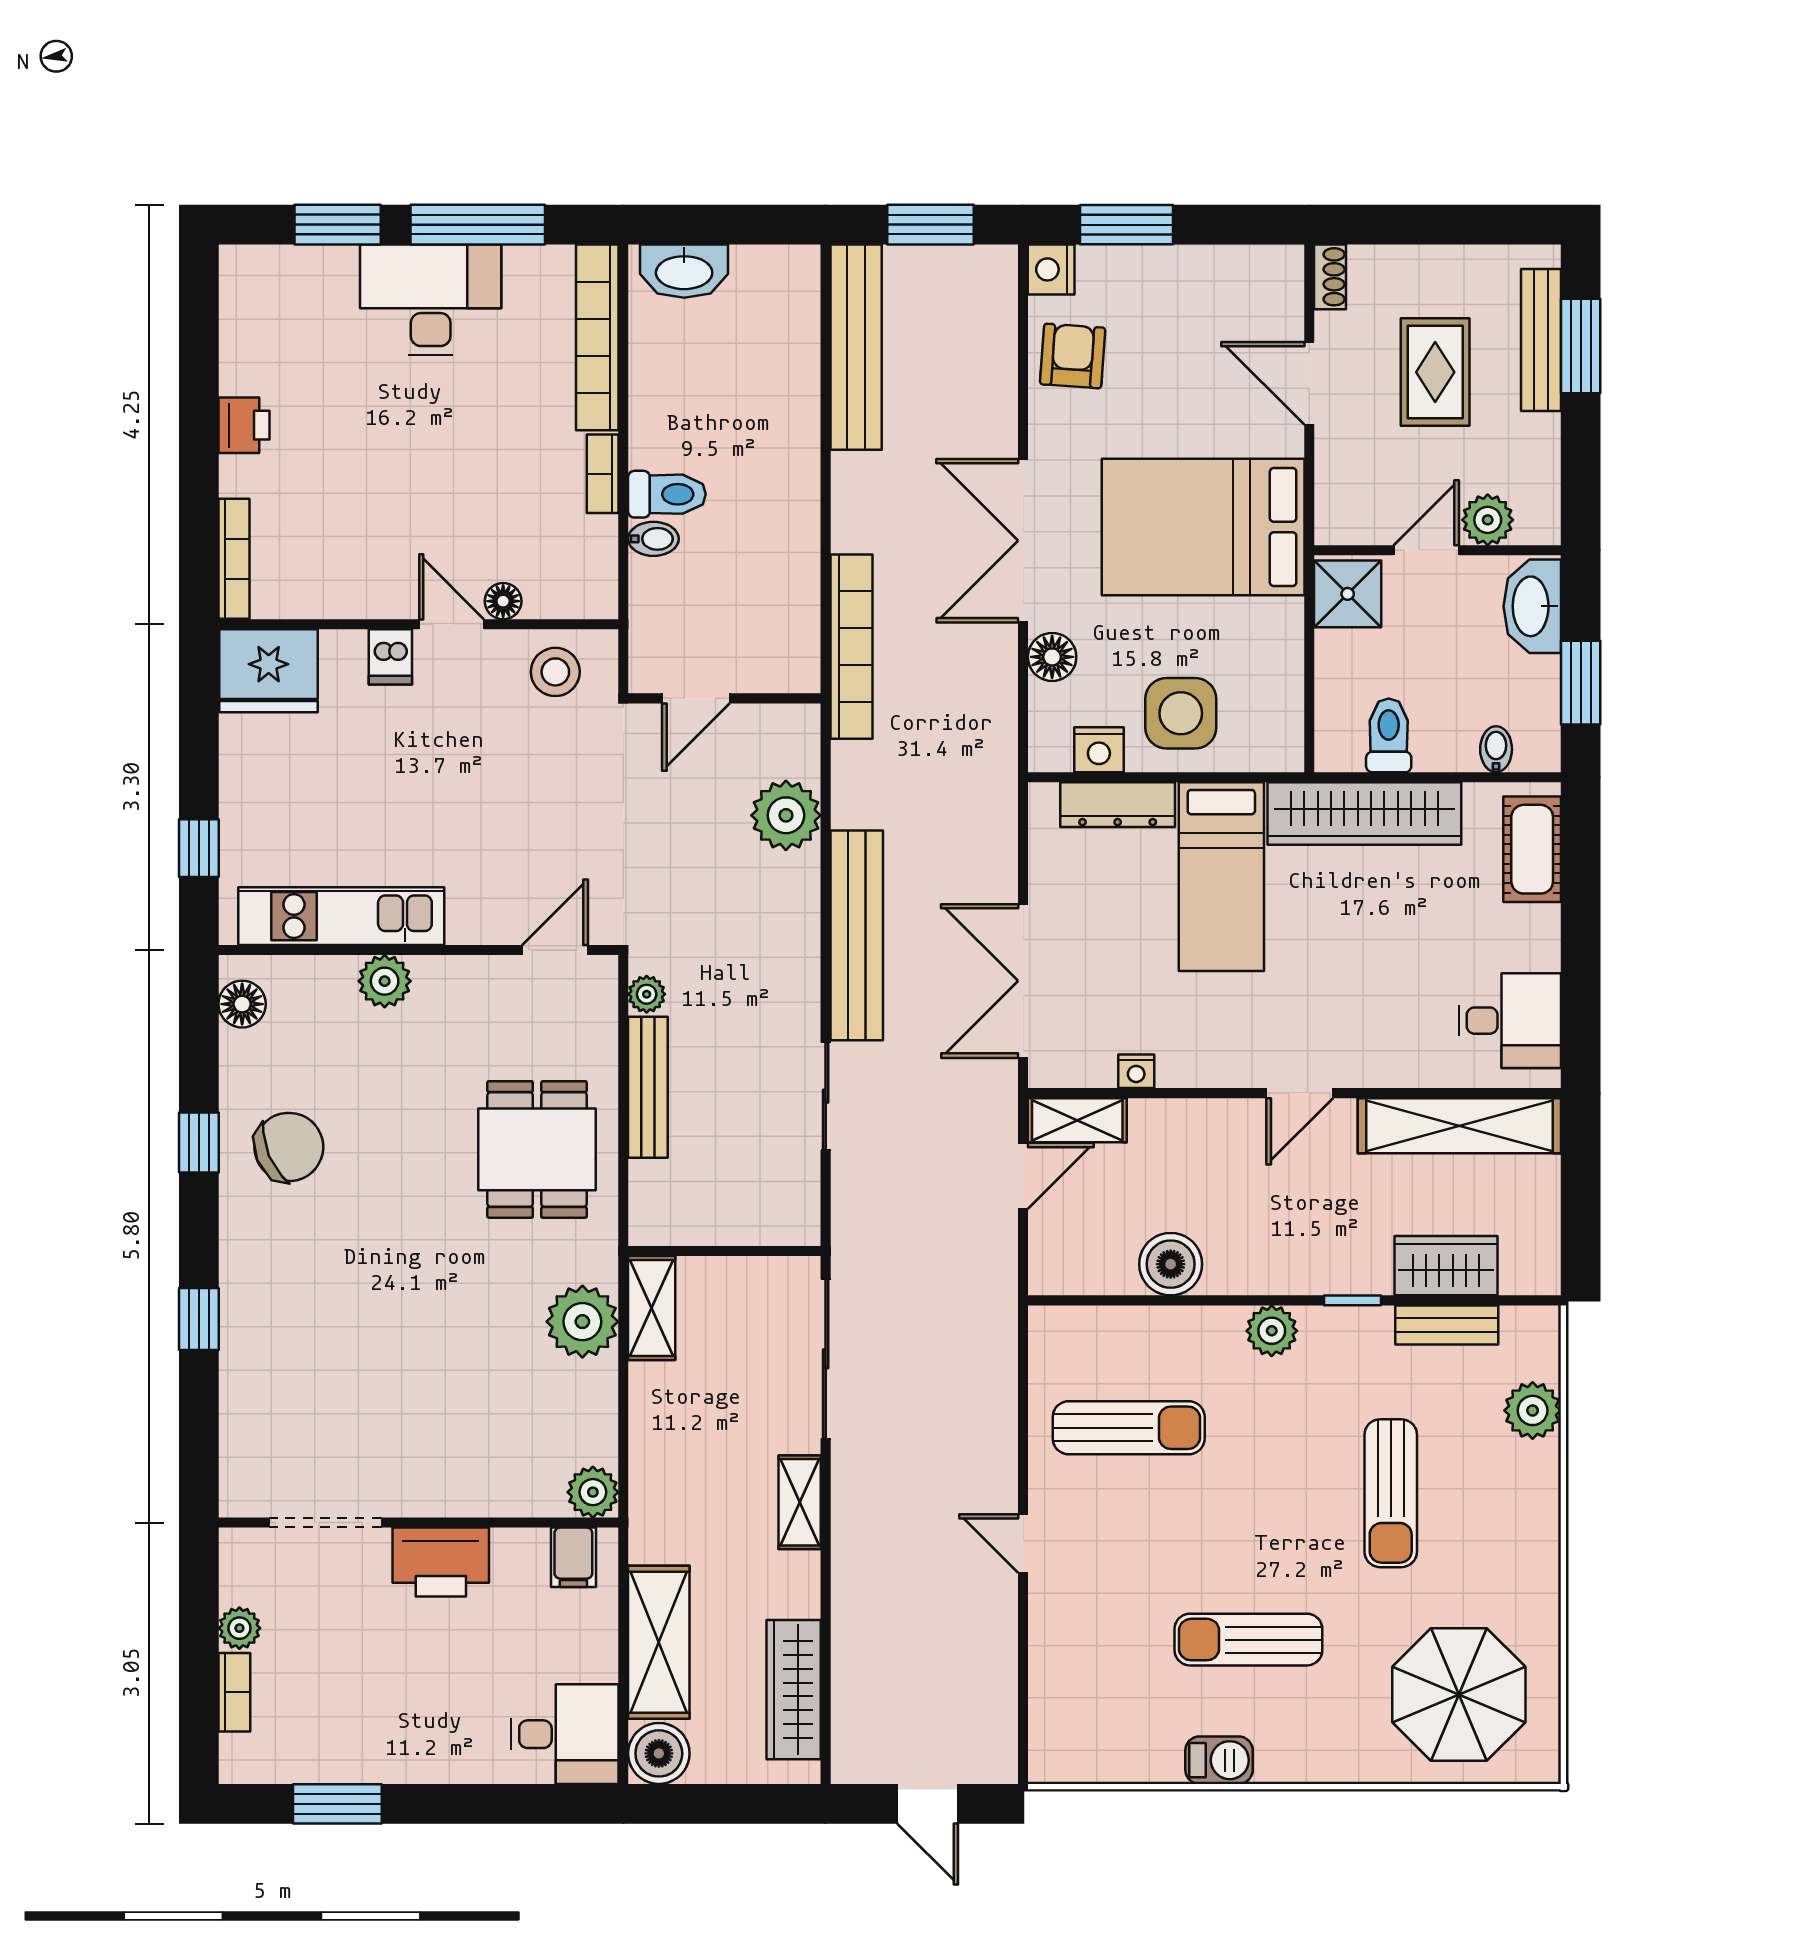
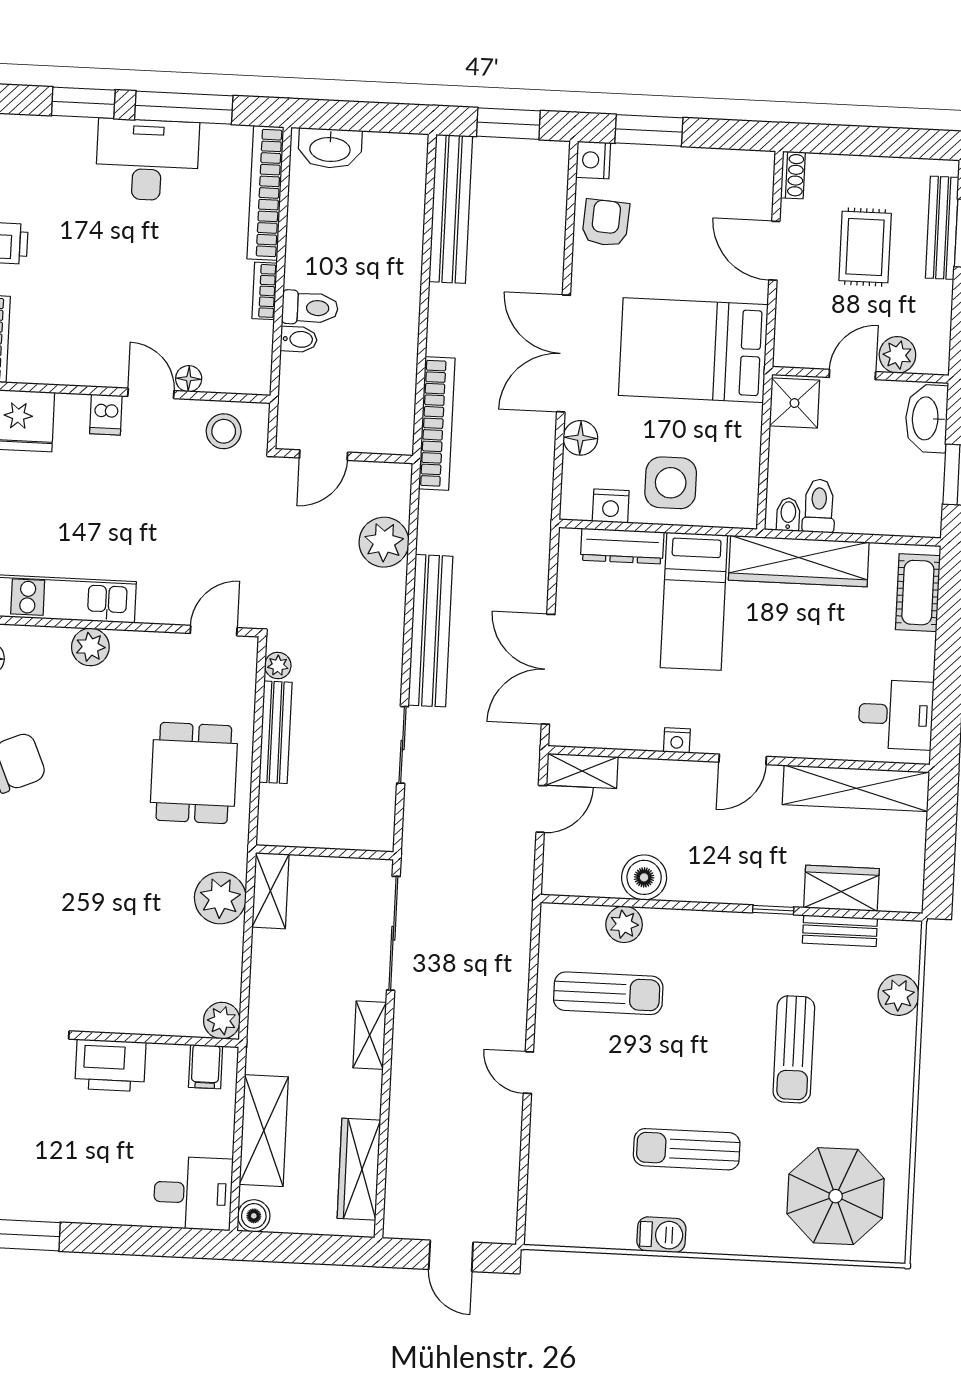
bidet: (1496, 749) -> (788, 514), moved
nightstand: (1136, 1071) -> (677, 740), moved
plant: (1272, 1331) -> (624, 924), moved
boiler: (659, 1753) -> (254, 1216), width x0.73, depth x0.73

